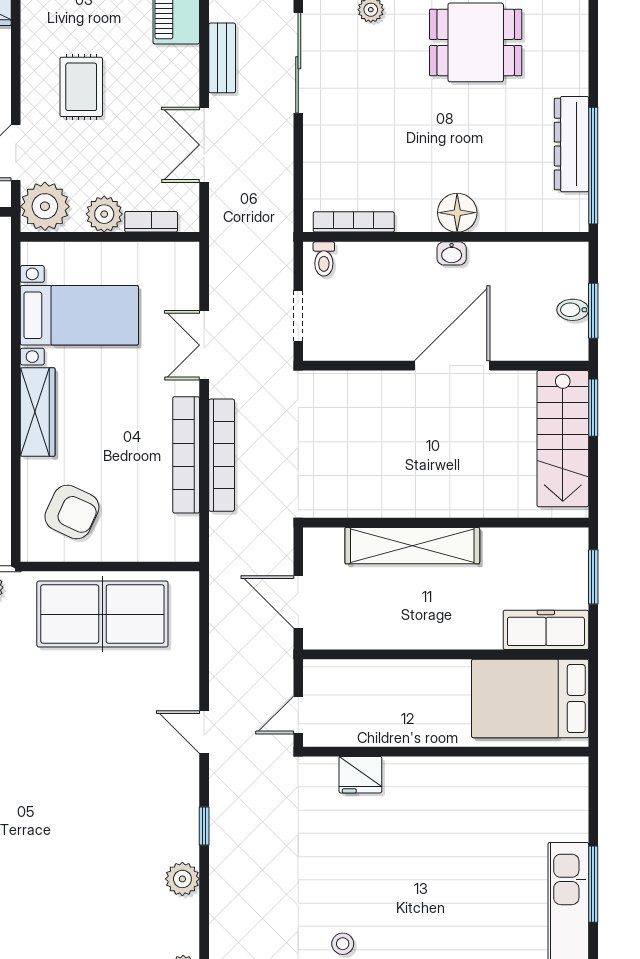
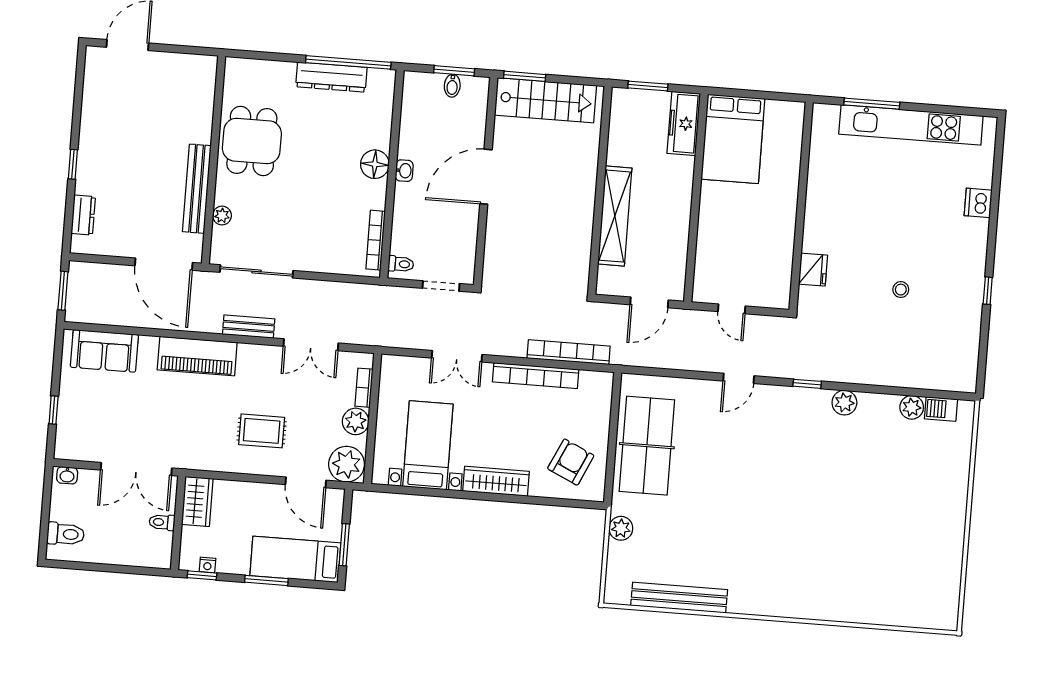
door: (452, 366) -> (486, 177), hinge flipped
bookcase: (222, 455) -> (569, 352), moved
wall: (446, 752) -> (801, 206), moved
fridge: (360, 775) -> (813, 270), moved

